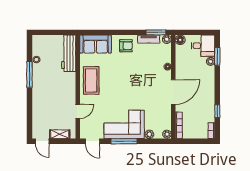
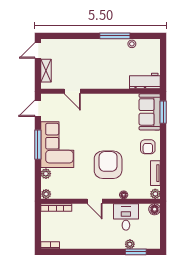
window: (156, 32) -> (163, 112), moved
desk: (203, 46) -> (126, 217), moved, turned 180
workbench: (69, 53) -> (145, 81), width x0.73
coffee table: (91, 80) -> (108, 107), removed
armchair: (142, 80) -> (108, 165), added
door: (173, 92) -> (95, 201), width x0.53
window: (217, 111) -> (73, 252), removed

